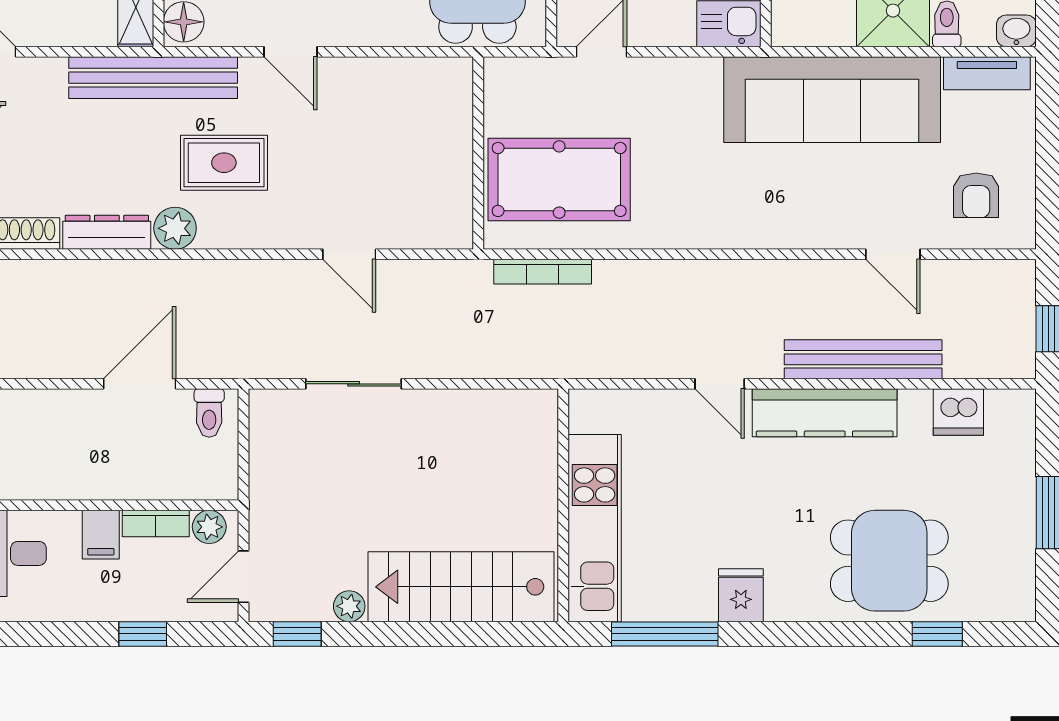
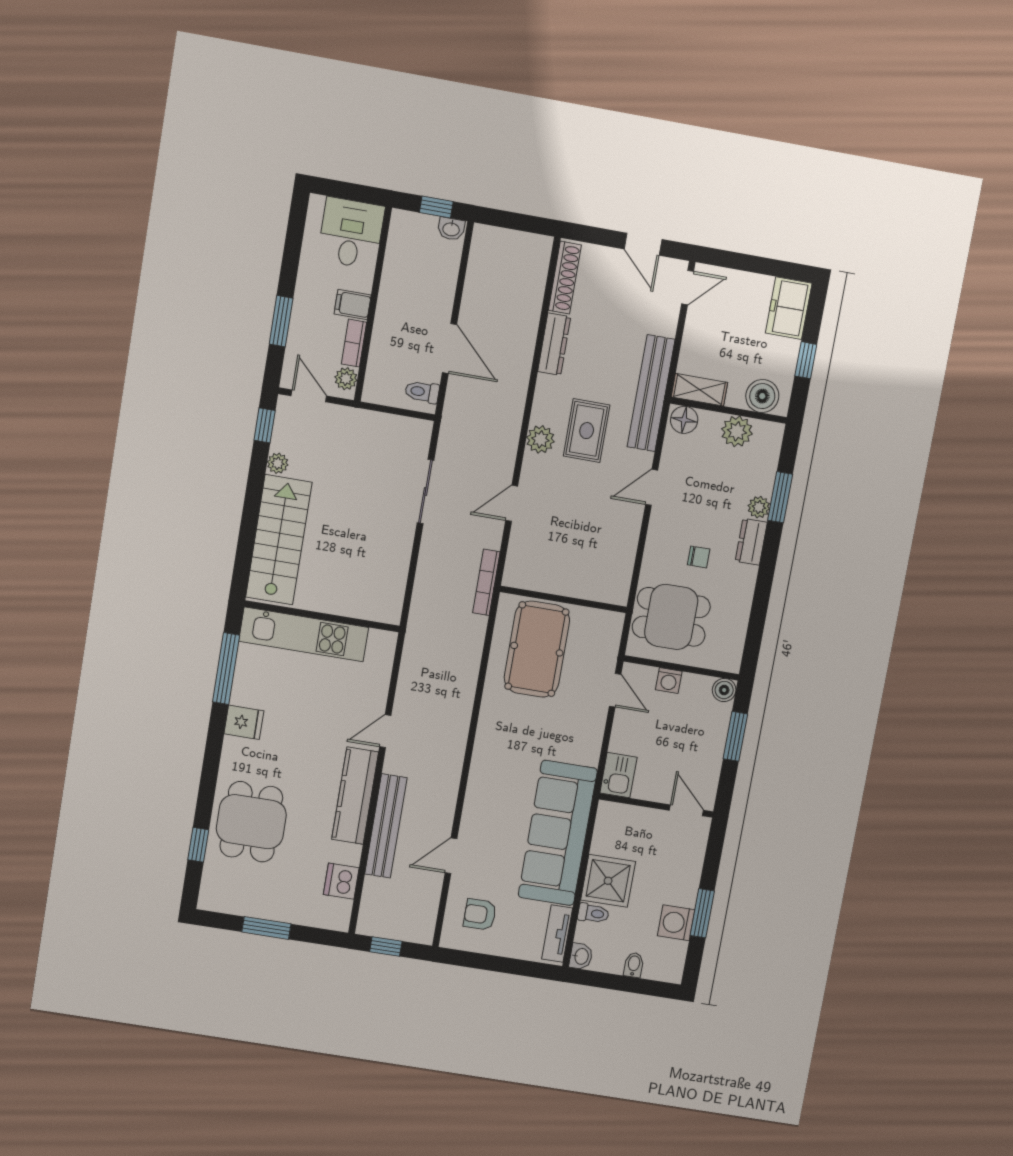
plant: (175, 228) -> (540, 439), moved
bookcase: (543, 272) -> (486, 582), moved
window: (143, 634) -> (281, 321), width x1.50

